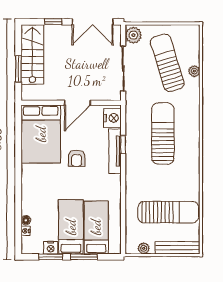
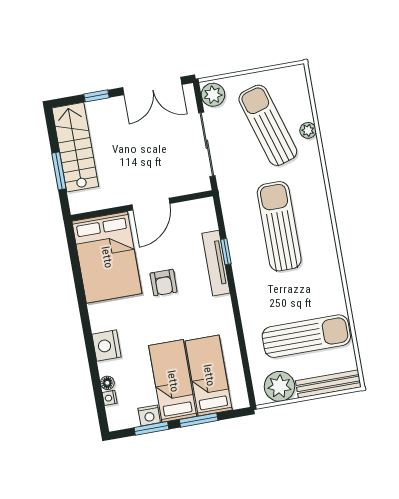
nightstand: (112, 118) -> (106, 346), moved, turned 180
plant: (144, 248) -> (279, 386), width x1.88, depth x1.88

